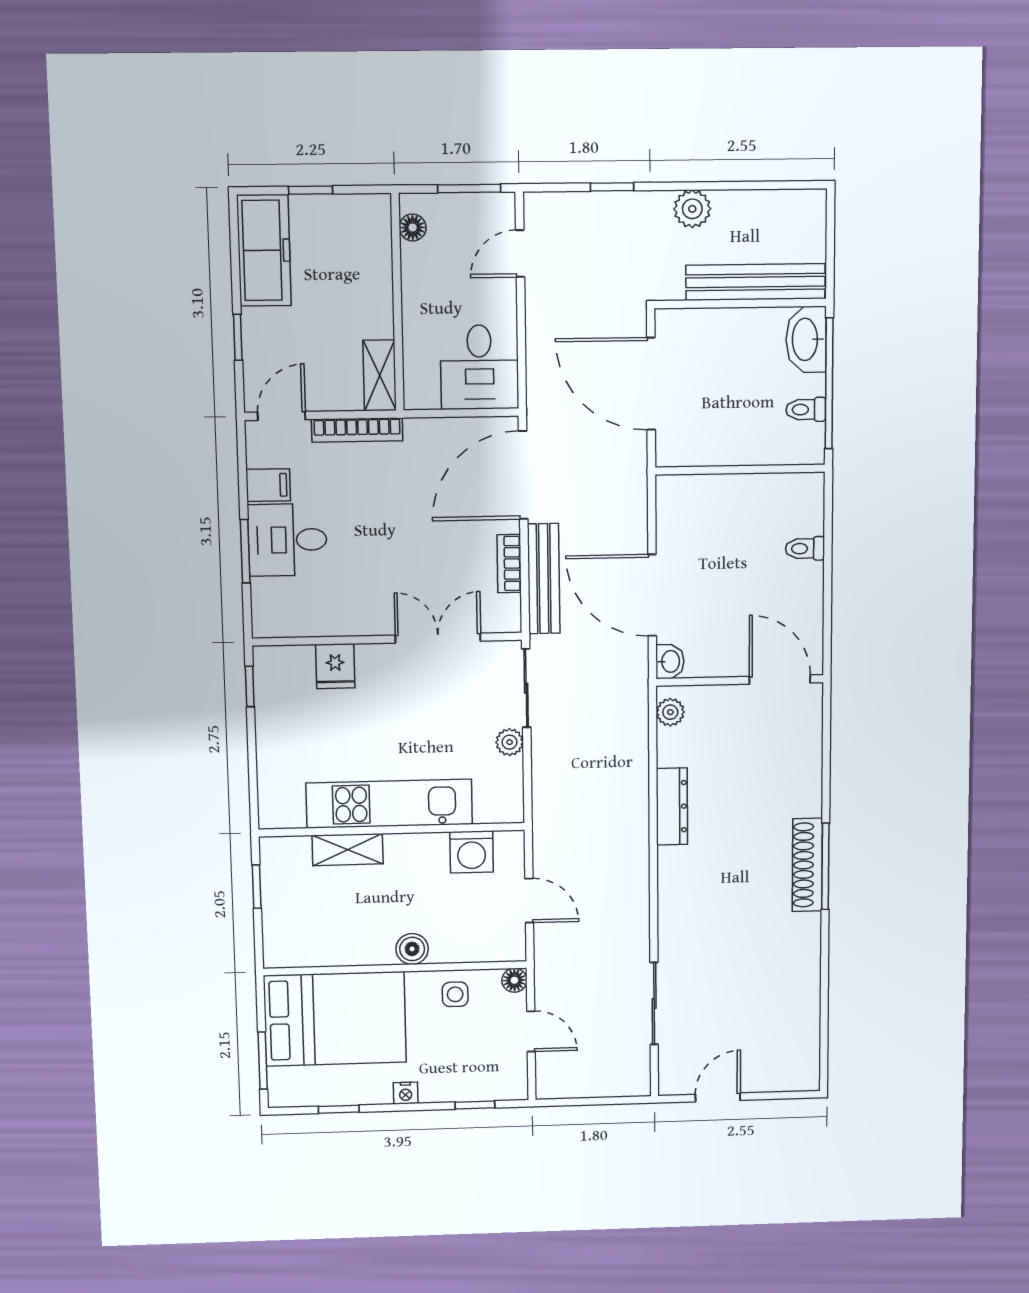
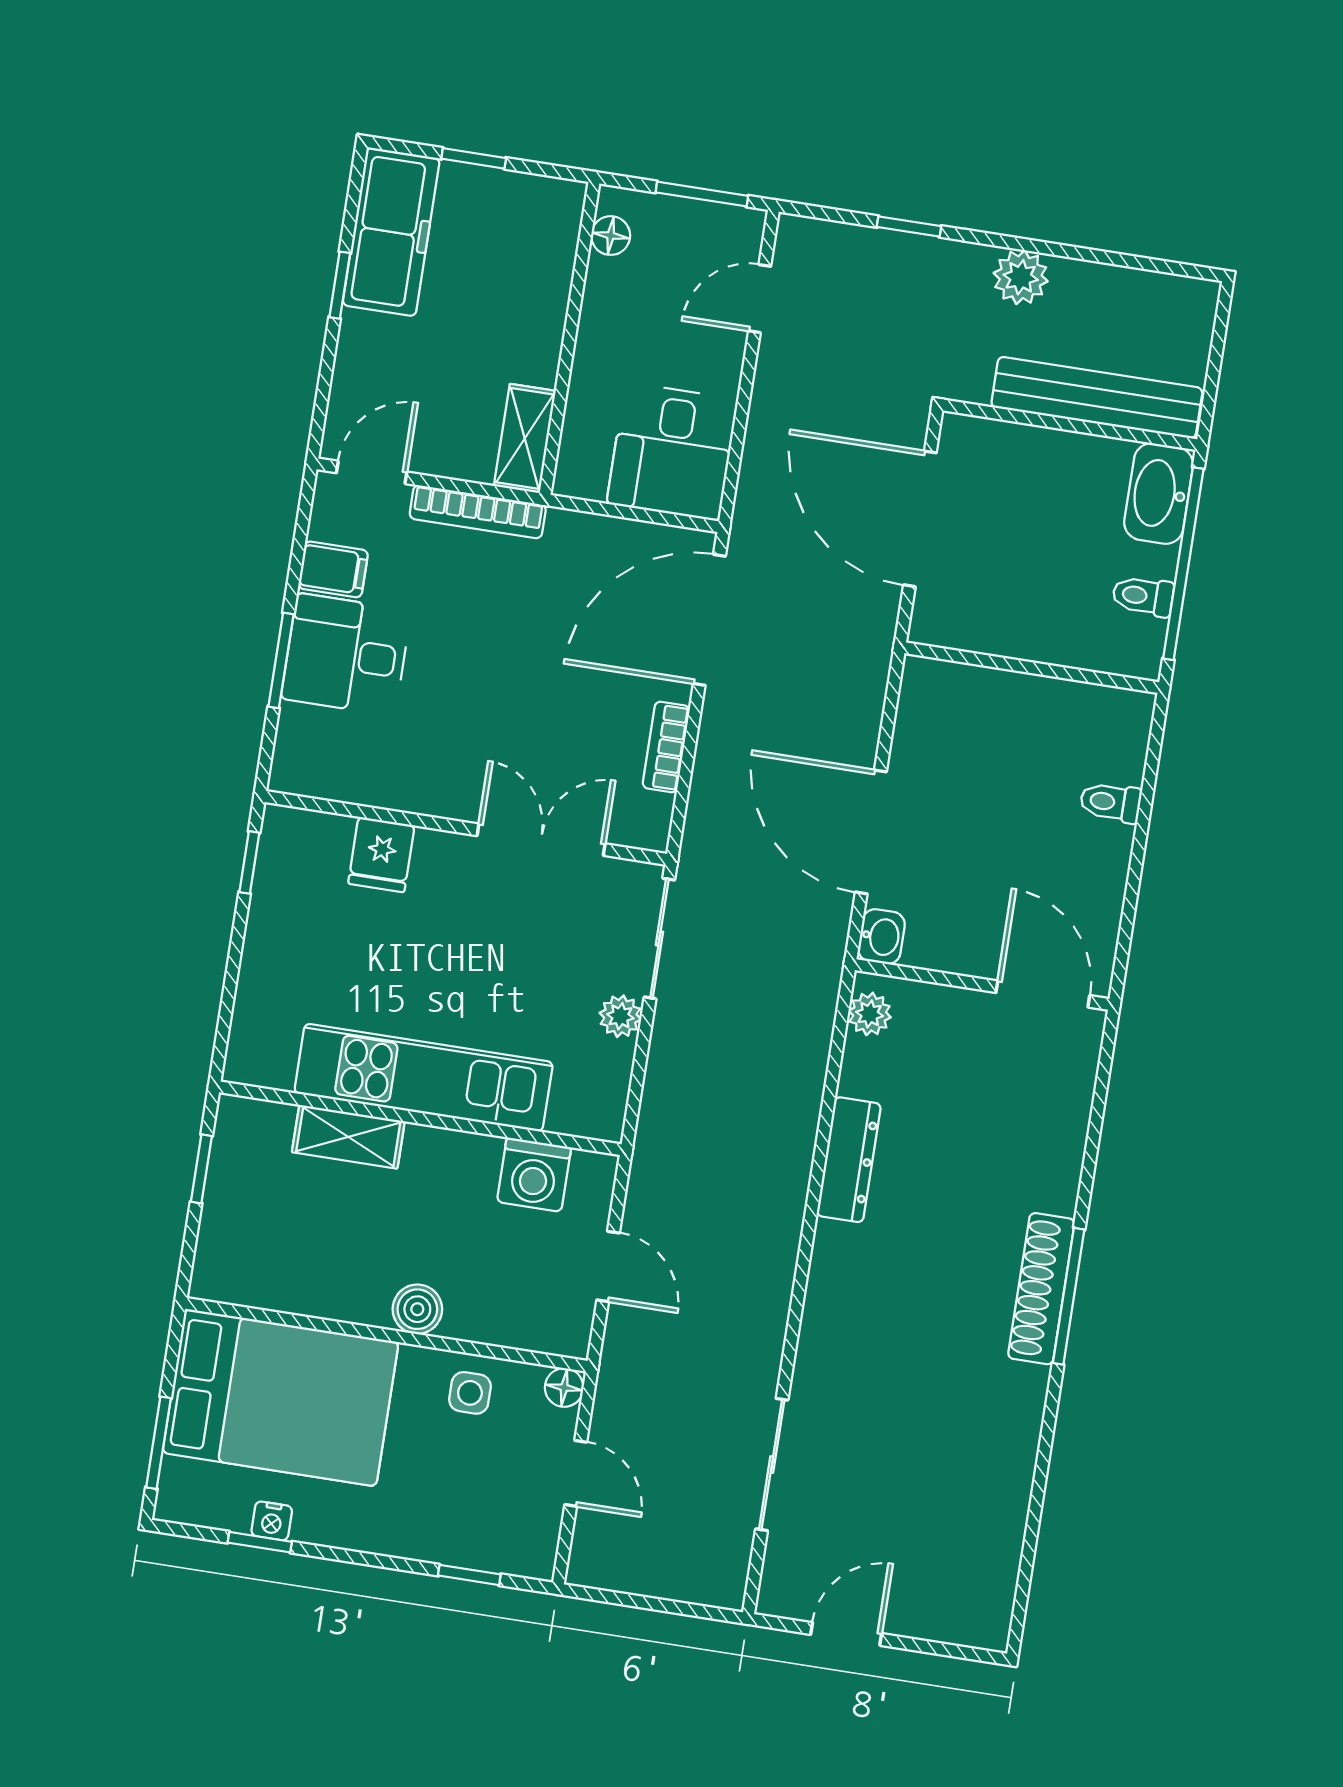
window: (238, 337) -> (340, 285), moved
bench: (544, 579) -> (713, 779), removed
nightstand: (406, 1093) -> (272, 1521), moved

